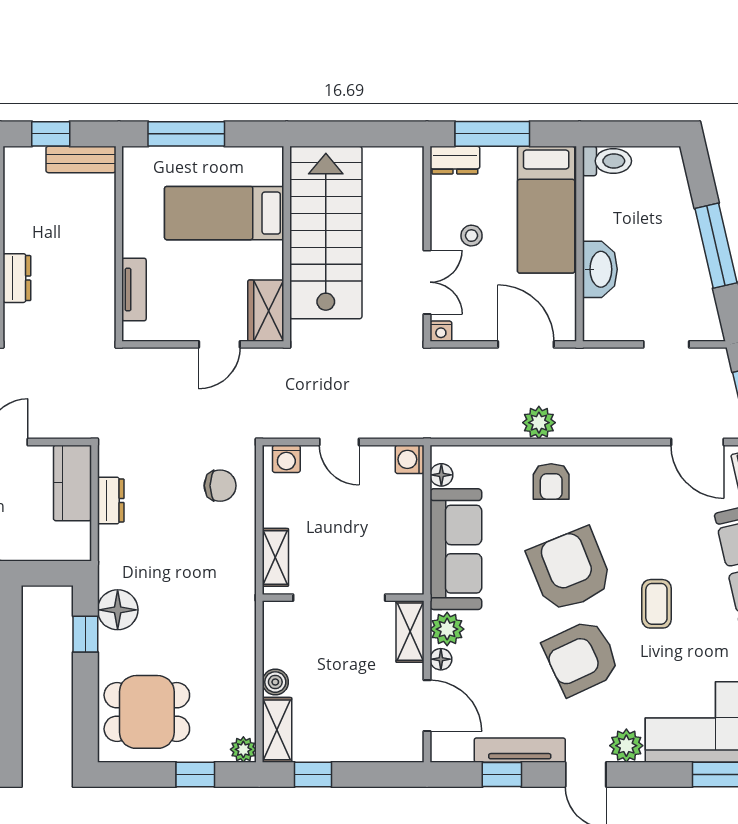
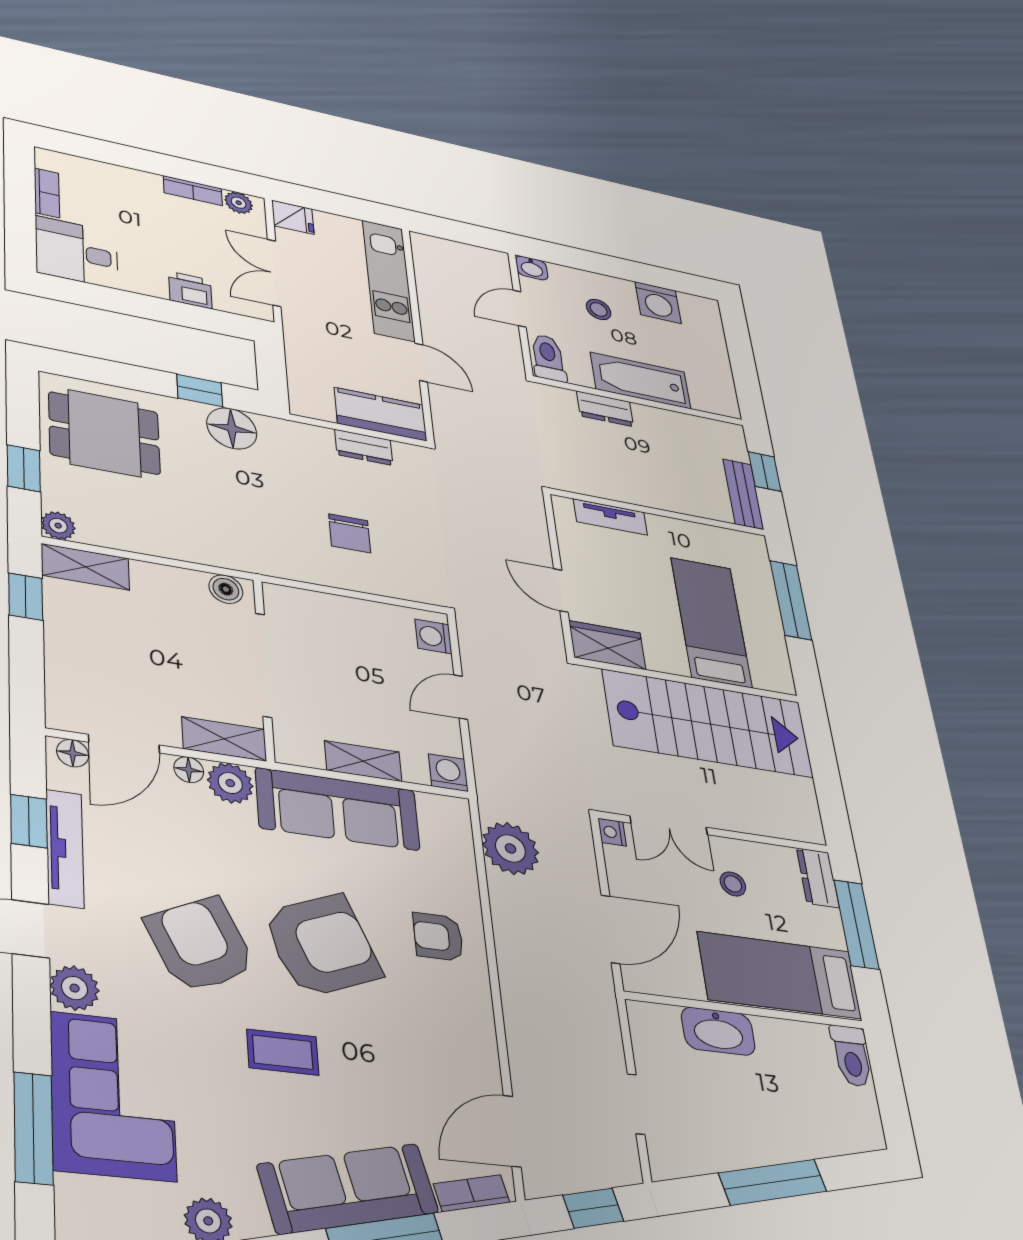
plant: (539, 423) -> (510, 848), moved, width x1.36, depth x1.36
floor lamp: (441, 475) -> (73, 753), moved
chair: (220, 486) -> (350, 533), moved
shelving: (275, 557) -> (363, 761), moved
boiler: (275, 682) -> (226, 589), moved
dining table: (147, 712) -> (104, 433), turned 90

